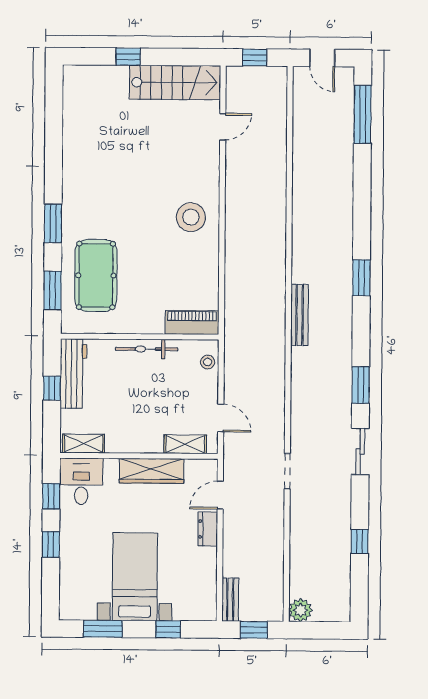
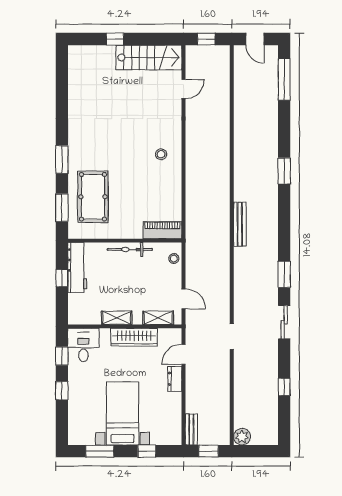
stool: (191, 217) -> (161, 154), width x0.53, depth x0.53
window: (361, 278) -> (284, 171), moved
shelving: (84, 444) -> (117, 318), moved

